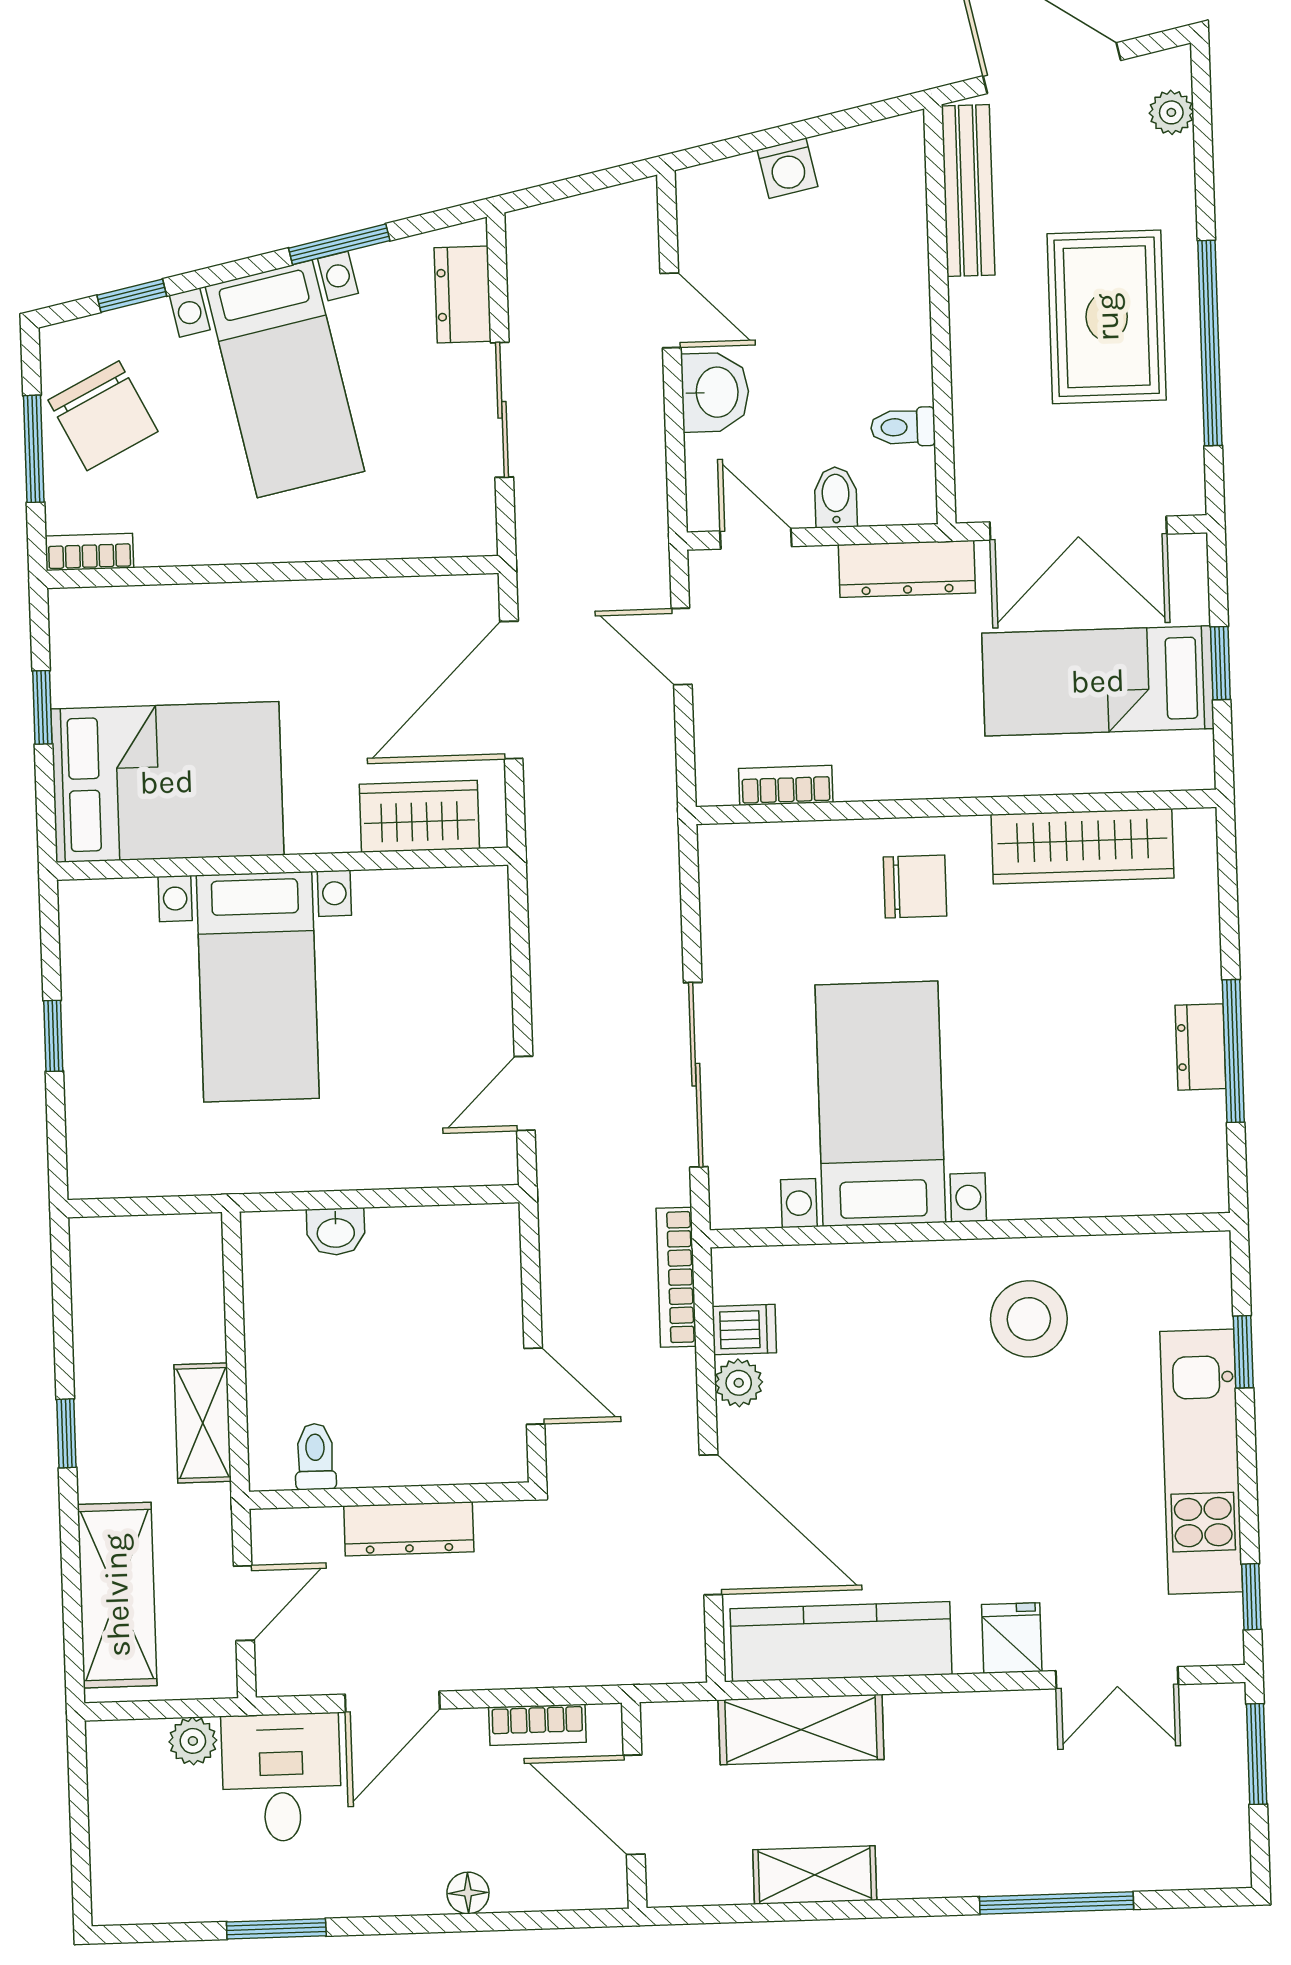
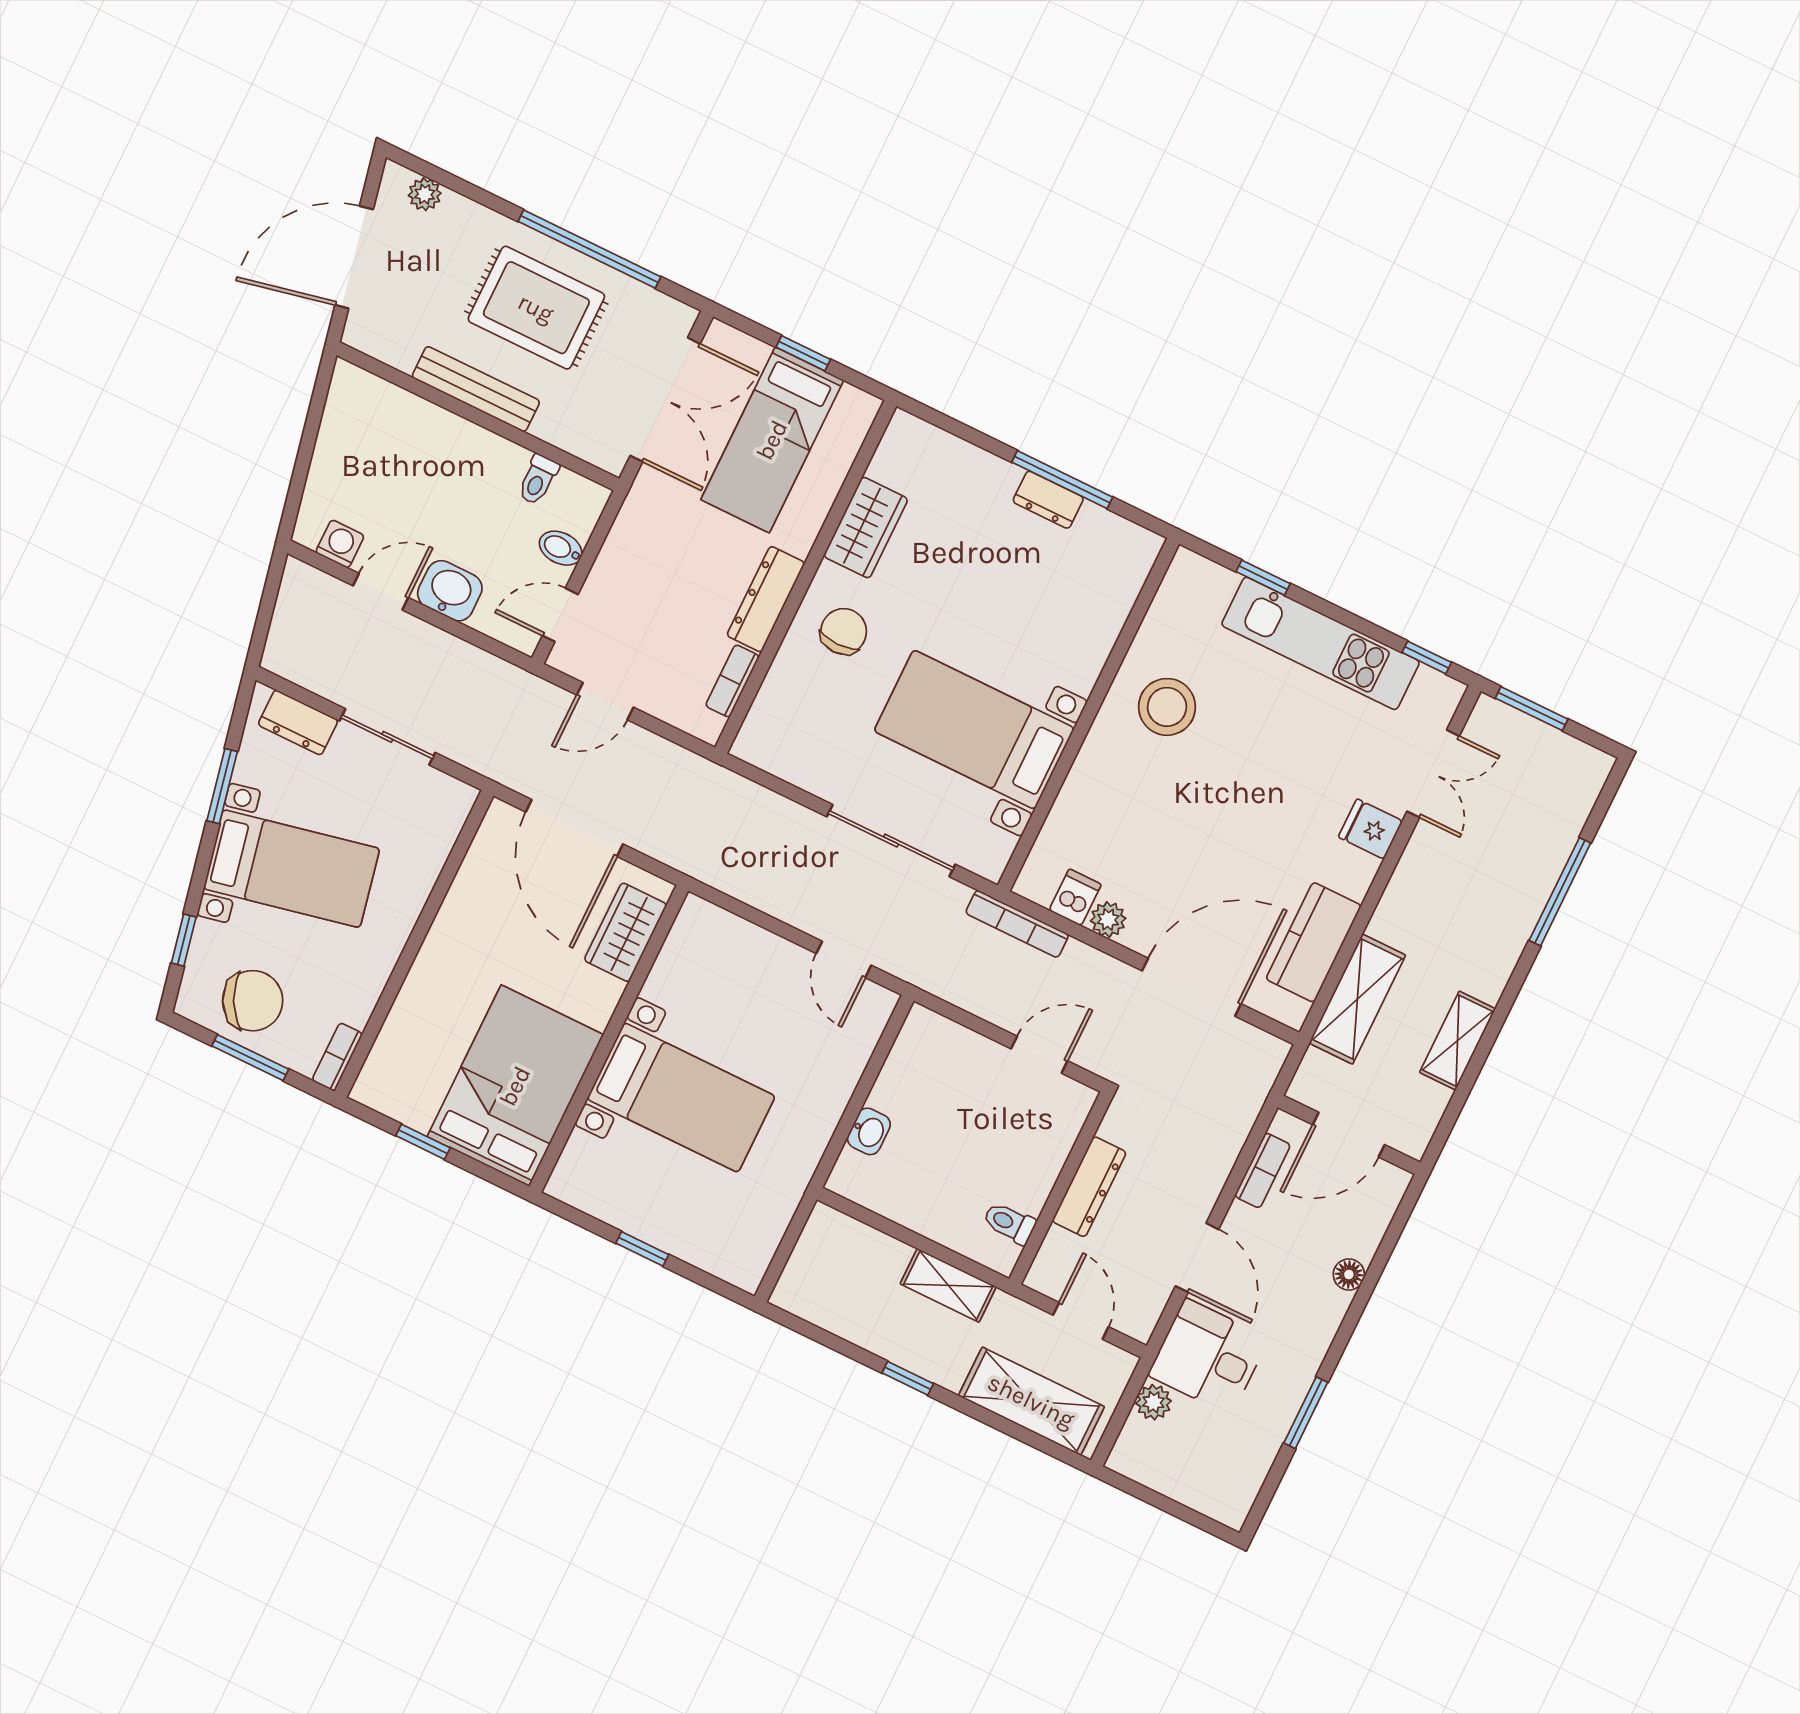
washing machine: (787, 168) -> (340, 544), moved, turned -78
bench: (968, 190) -> (476, 389), moved
dresser: (907, 569) -> (766, 599), moved, turned 180
wardrobe: (1083, 846) -> (866, 528), width x0.67
kitchen counter: (841, 1642) -> (1314, 942), width x0.67

